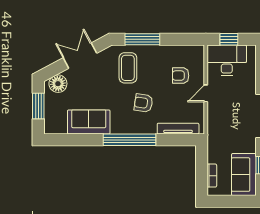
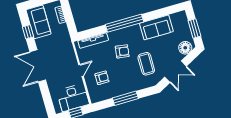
window: (142, 39) -> (125, 98), moved
coffee table: (128, 68) -> (146, 64), moved

